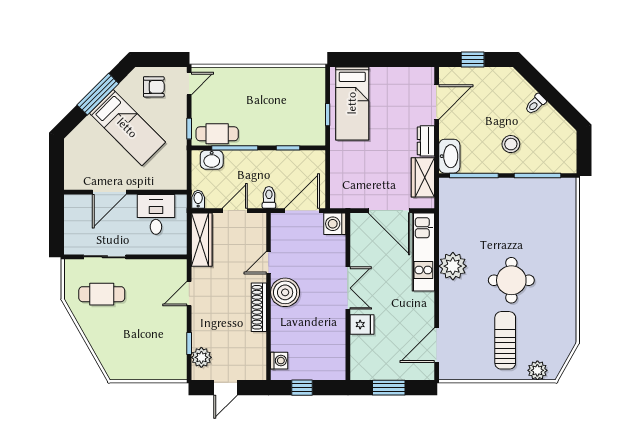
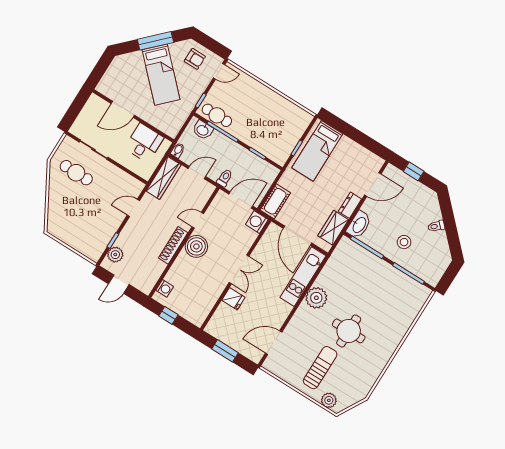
cot: (341, 188) -> (275, 201), added

